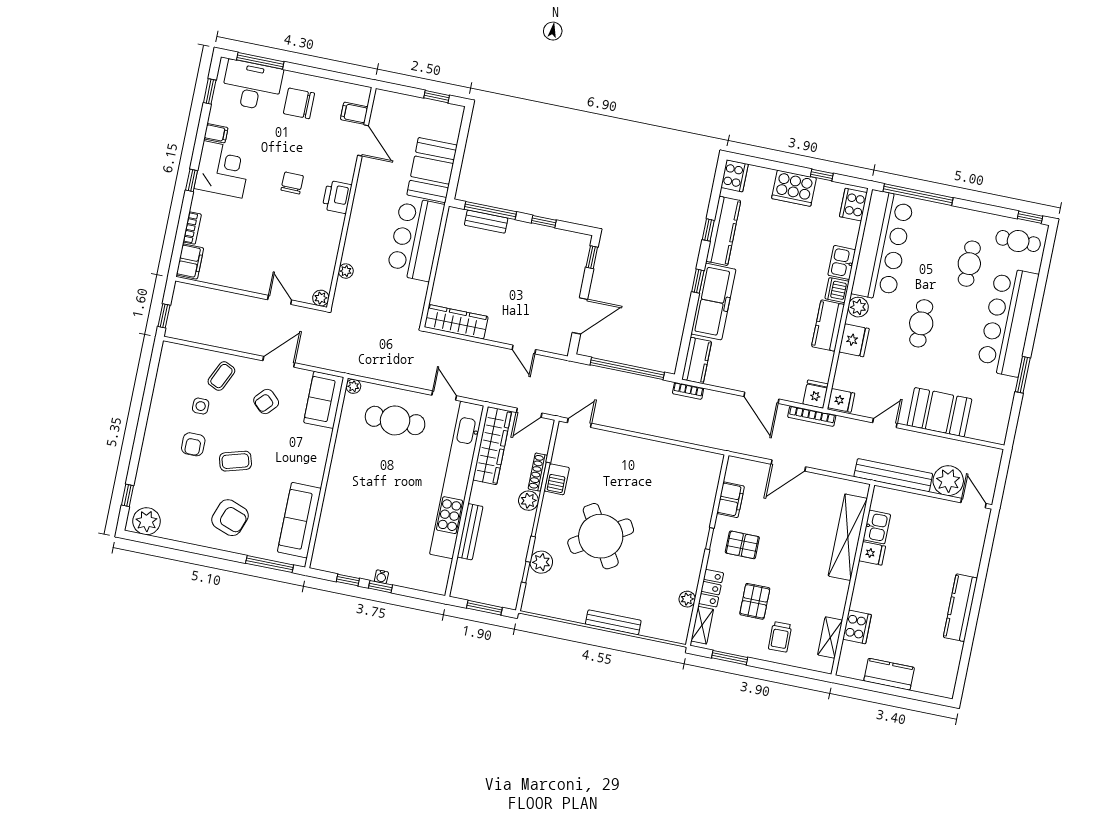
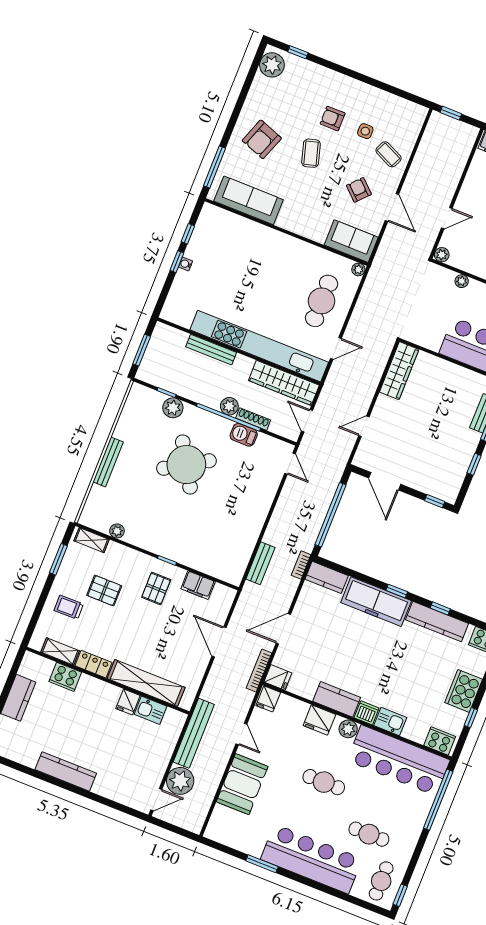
bench: (694, 436) -> (260, 563), added
locker: (711, 588) -> (93, 664), moved, turned 180

